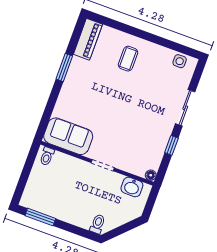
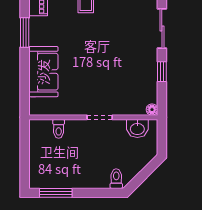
sofa: (68, 136) -> (43, 72), moved, turned 90
toilet: (47, 156) -> (59, 129), moved

